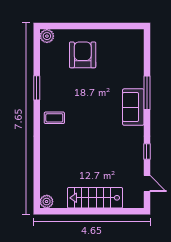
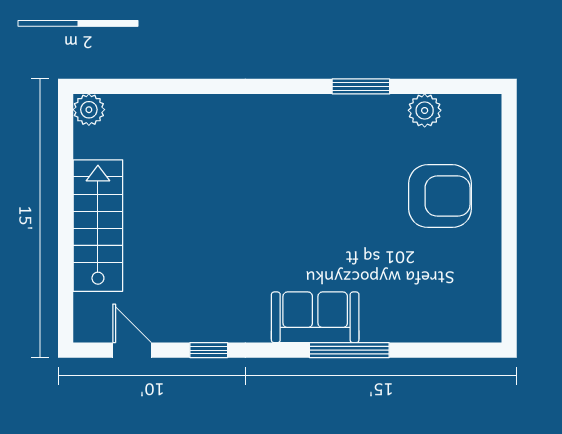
plant: (47, 36) -> (425, 110), moved
coffee table: (54, 118) -> (289, 128), removed
door: (147, 183) -> (132, 350), swing flipped

